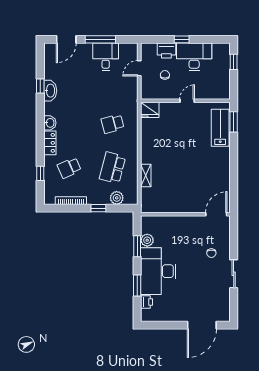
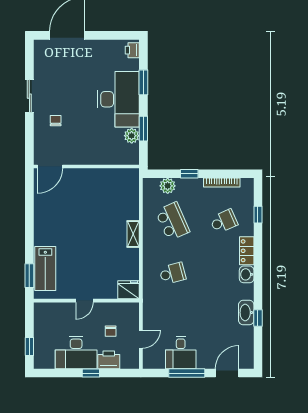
school desk: (112, 168) -> (173, 221), turned -39
shelving: (146, 175) -> (133, 234), moved
printer: (147, 302) -> (132, 50), moved

